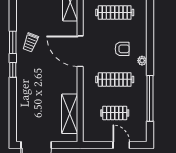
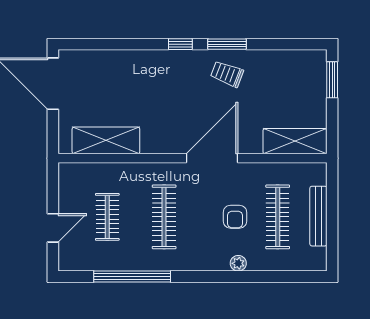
armchair: (122, 49) -> (235, 217), moved
plant: (142, 61) -> (238, 263), moved

